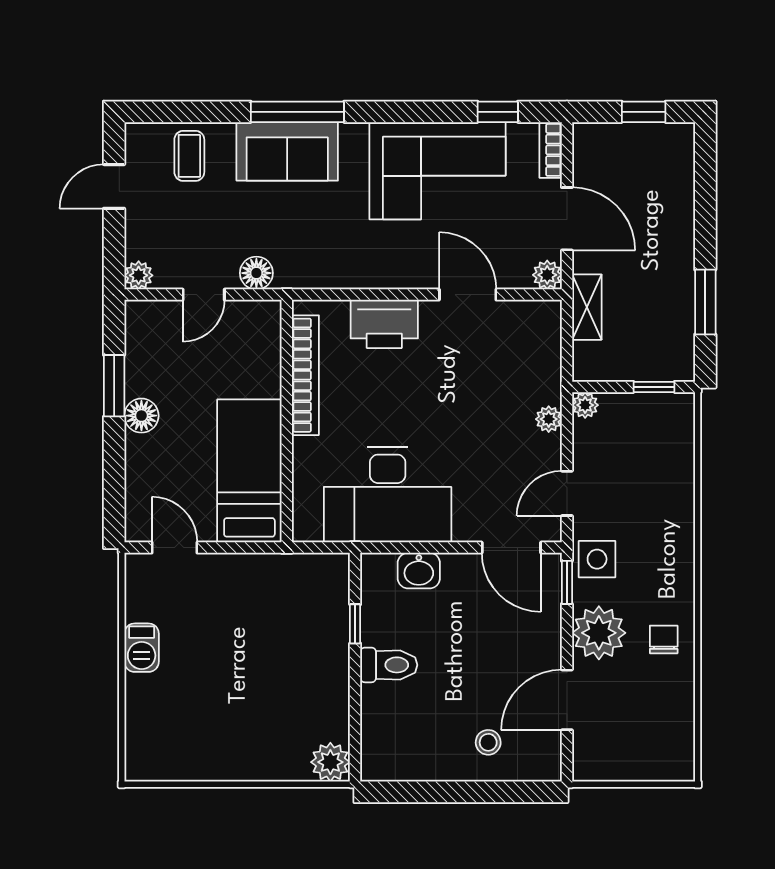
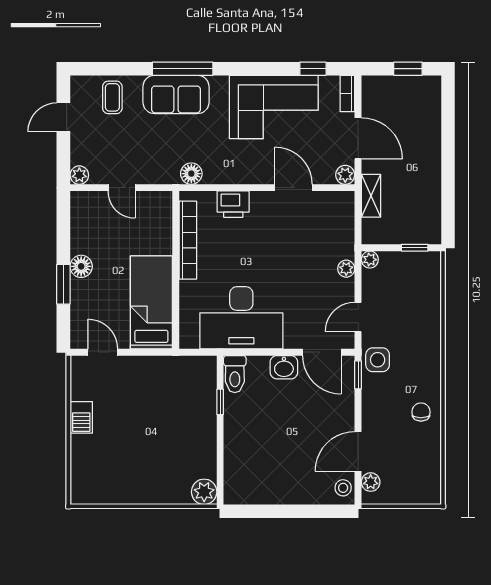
floor lamp: (256, 273) -> (191, 174), moved
door: (204, 295) -> (122, 188), hinge flipped
window: (705, 302) -> (448, 192), removed
printer: (384, 324) -> (233, 204), width x0.73, depth x0.84
window: (114, 386) -> (63, 284), moved
washbasin: (419, 571) -> (284, 367), moved
plant: (599, 633) -> (371, 482), moved, width x0.53, depth x0.53
toilet: (389, 665) -> (235, 374), moved, turned 90
stool: (488, 742) -> (343, 488), moved

